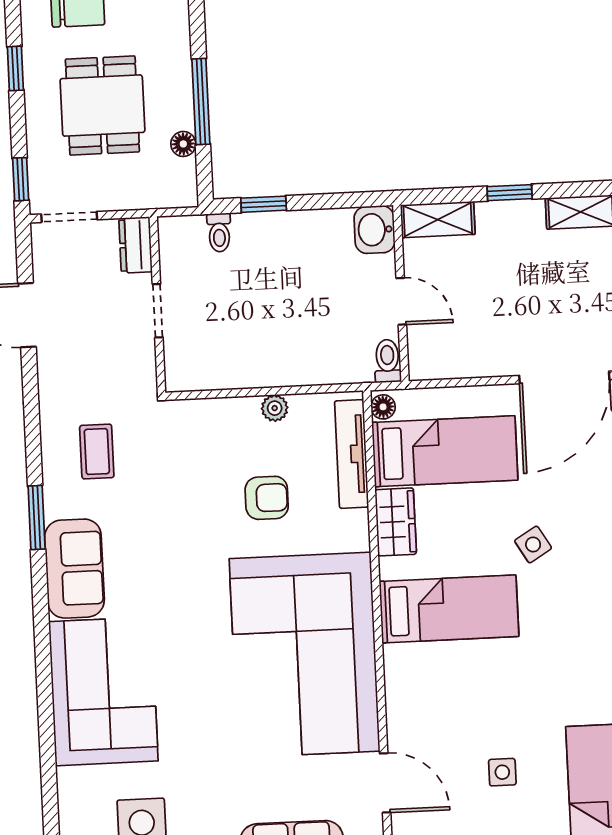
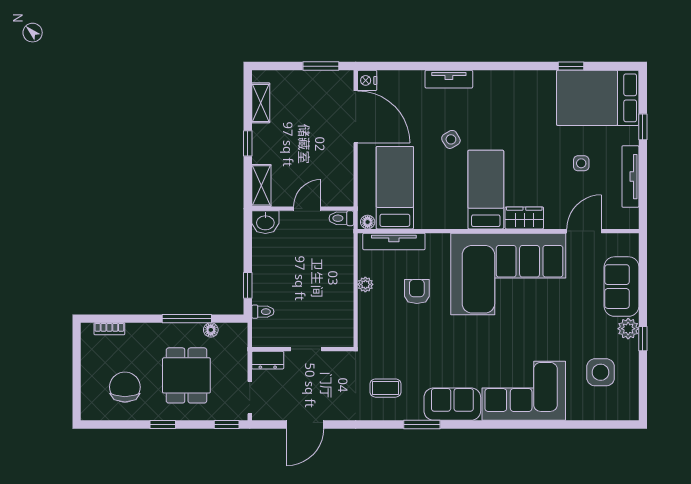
dining table: (102, 105) -> (186, 375), turned 90
wardrobe: (396, 522) -> (524, 218), moved

